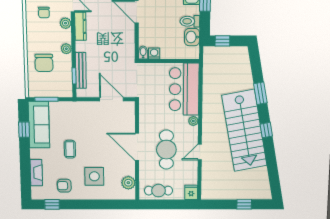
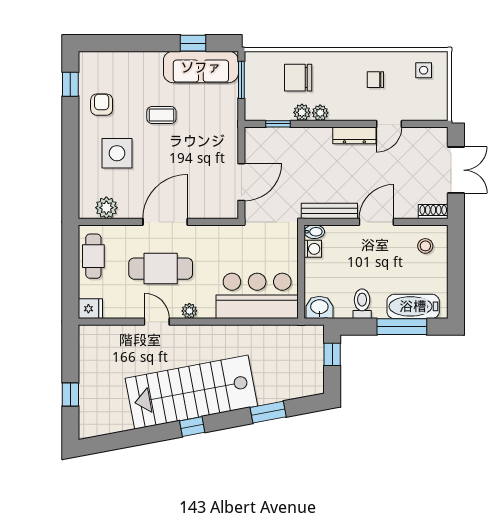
plant: (65, 23) -> (302, 112), moved
washbasin: (192, 37) -> (319, 307), moved
bench: (81, 70) -> (329, 211), moved
window: (260, 93) -> (268, 412), moved
plant: (193, 121) -> (189, 311), moved
fireplace: (36, 173) -> (123, 60), removed

